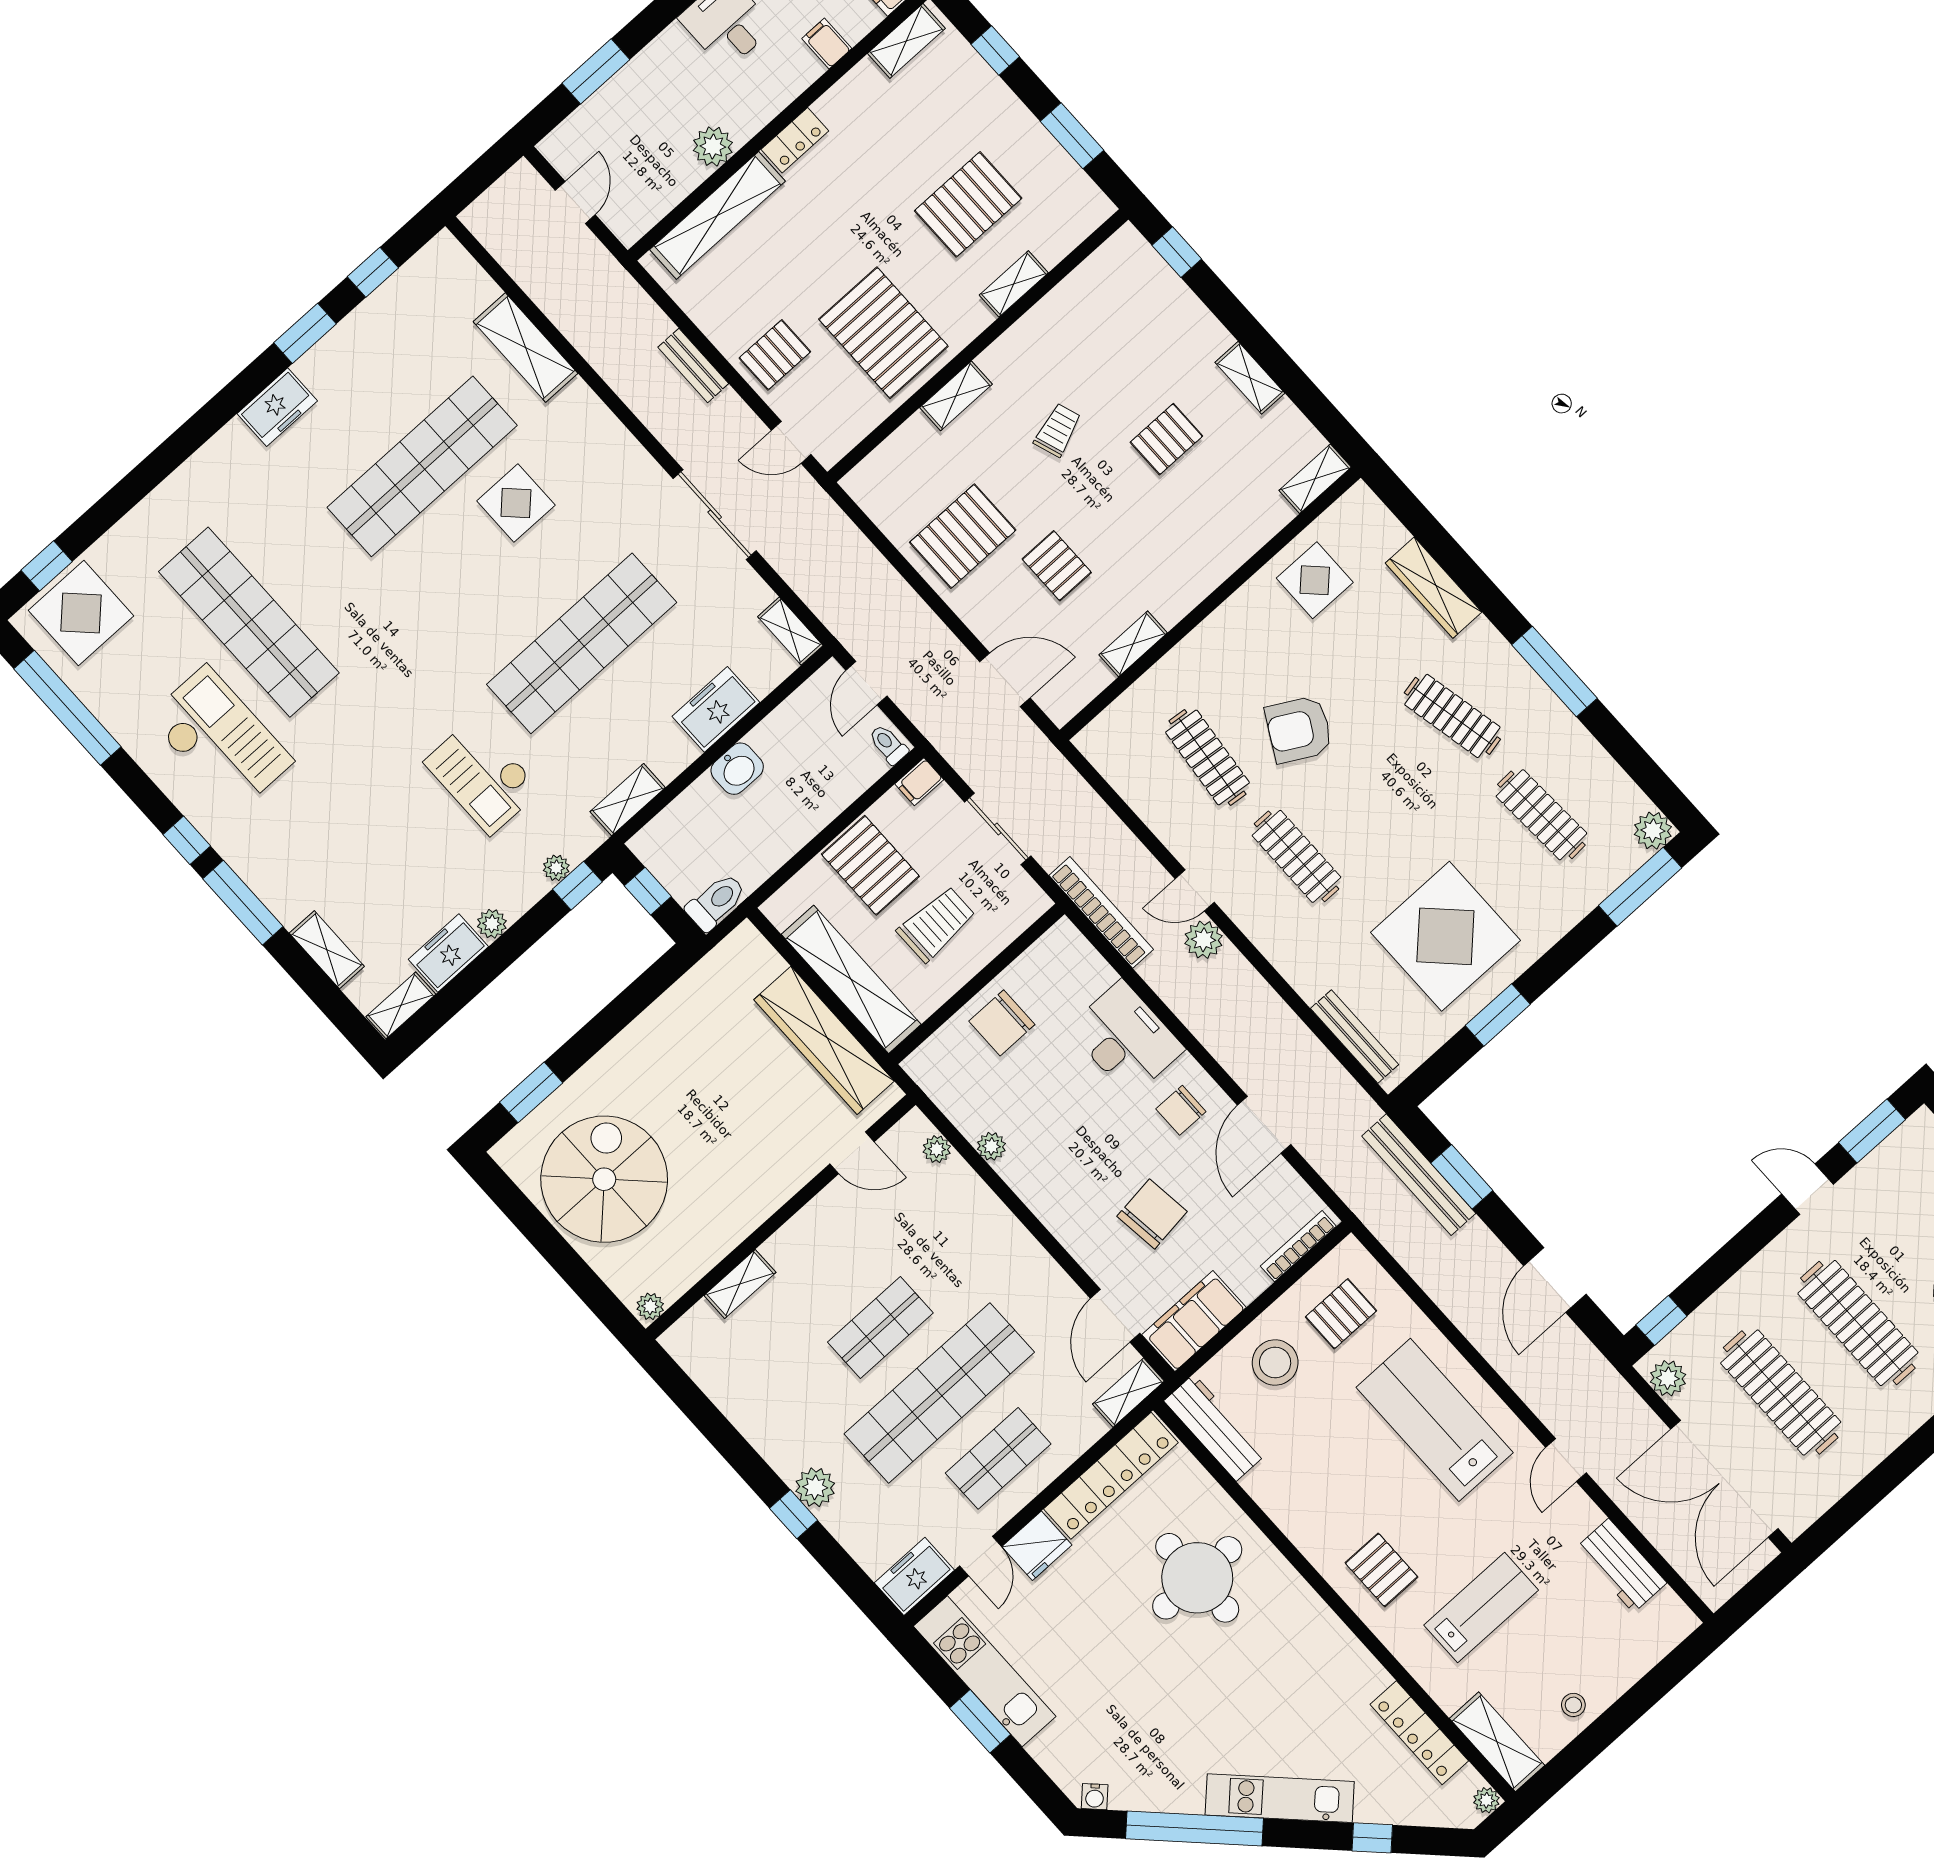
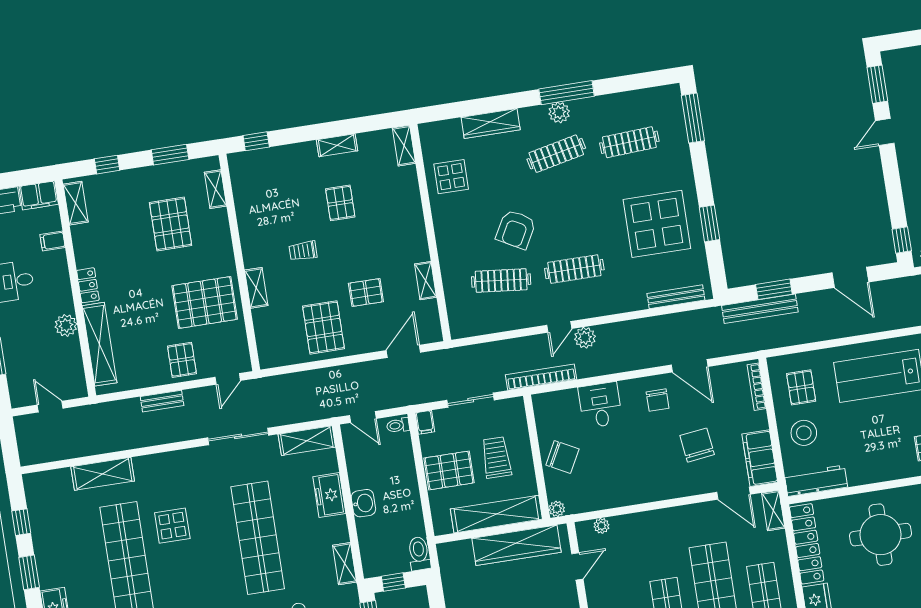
shelving: (1014, 284) -> (216, 189), moved
trolley: (1058, 430) -> (303, 251), turned -71
shelving: (790, 631) -> (307, 441), width x1.50, depth x1.33
plant: (1653, 831) -> (559, 112), moved
chair: (1002, 1023) -> (562, 457), turned -62
desk: (1126, 1039) -> (600, 405), width x0.73
plant: (991, 1146) -> (557, 509), moved

